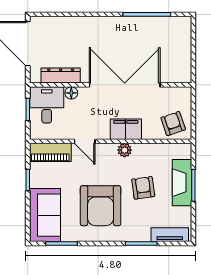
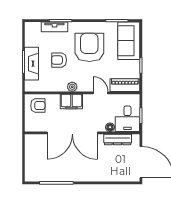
armchair: (173, 124) -> (38, 106), turned -71
armchair: (143, 188) -> (59, 60), turned 98
tv unit: (170, 235) -> (54, 27), moved

